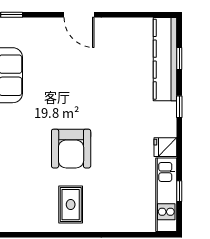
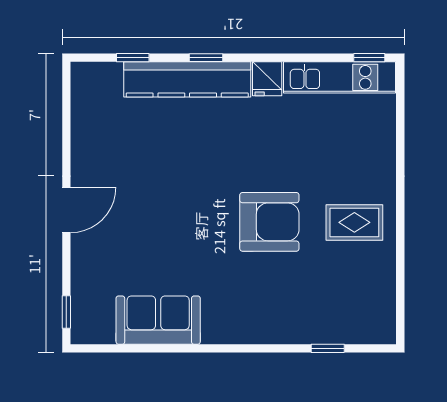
kitchen counter: (165, 59) -> (187, 79), moved
window: (179, 191) -> (369, 58), moved

